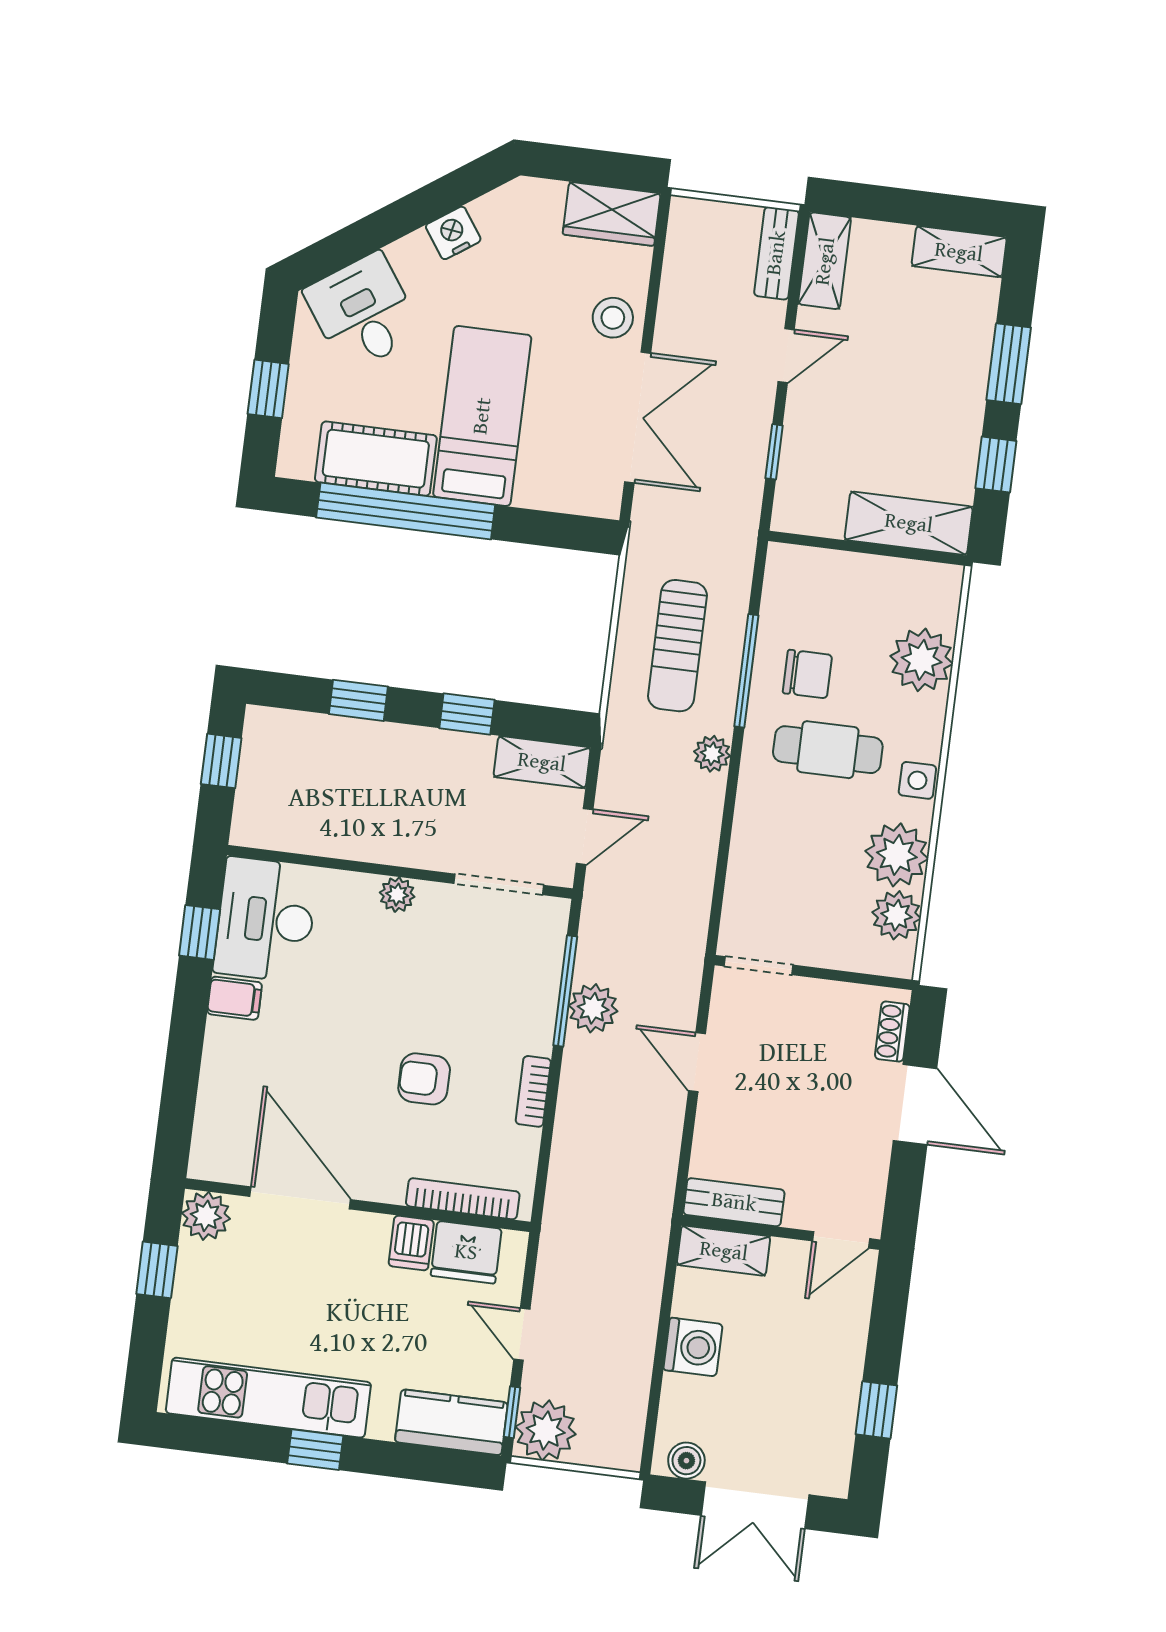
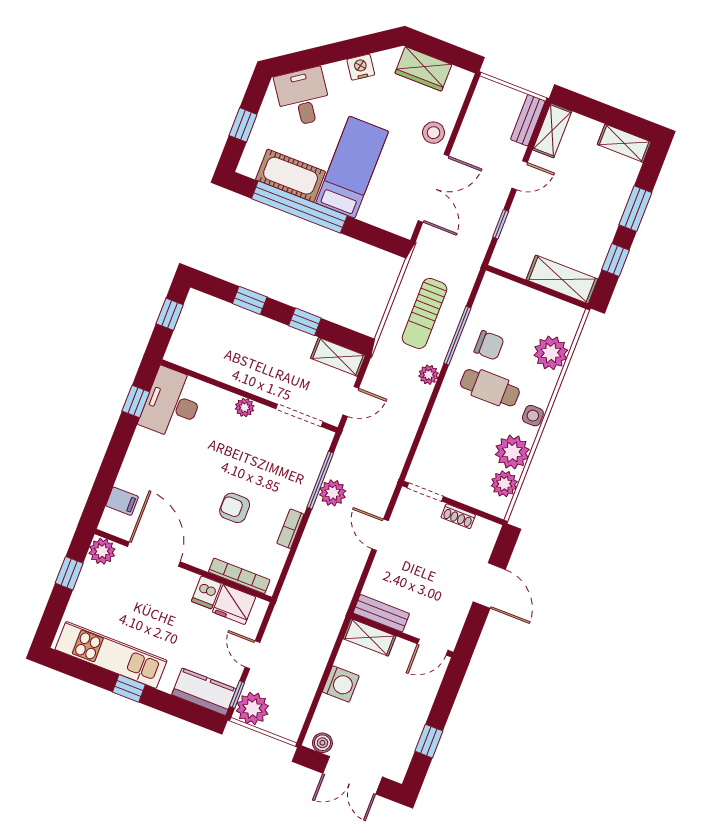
wardrobe: (612, 214) -> (423, 69), moved
filing cabinet: (235, 998) -> (122, 501), moved
shoe rack: (892, 1032) -> (458, 516), moved, turned -90

